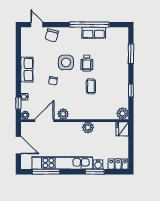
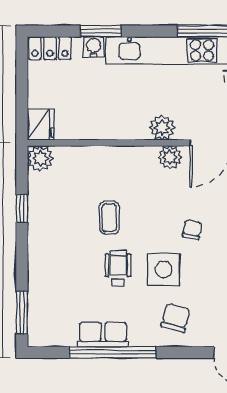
chair: (52, 35) -> (176, 318), moved
window: (131, 54) -> (22, 313), moved
plant: (88, 127) -> (162, 128), moved

